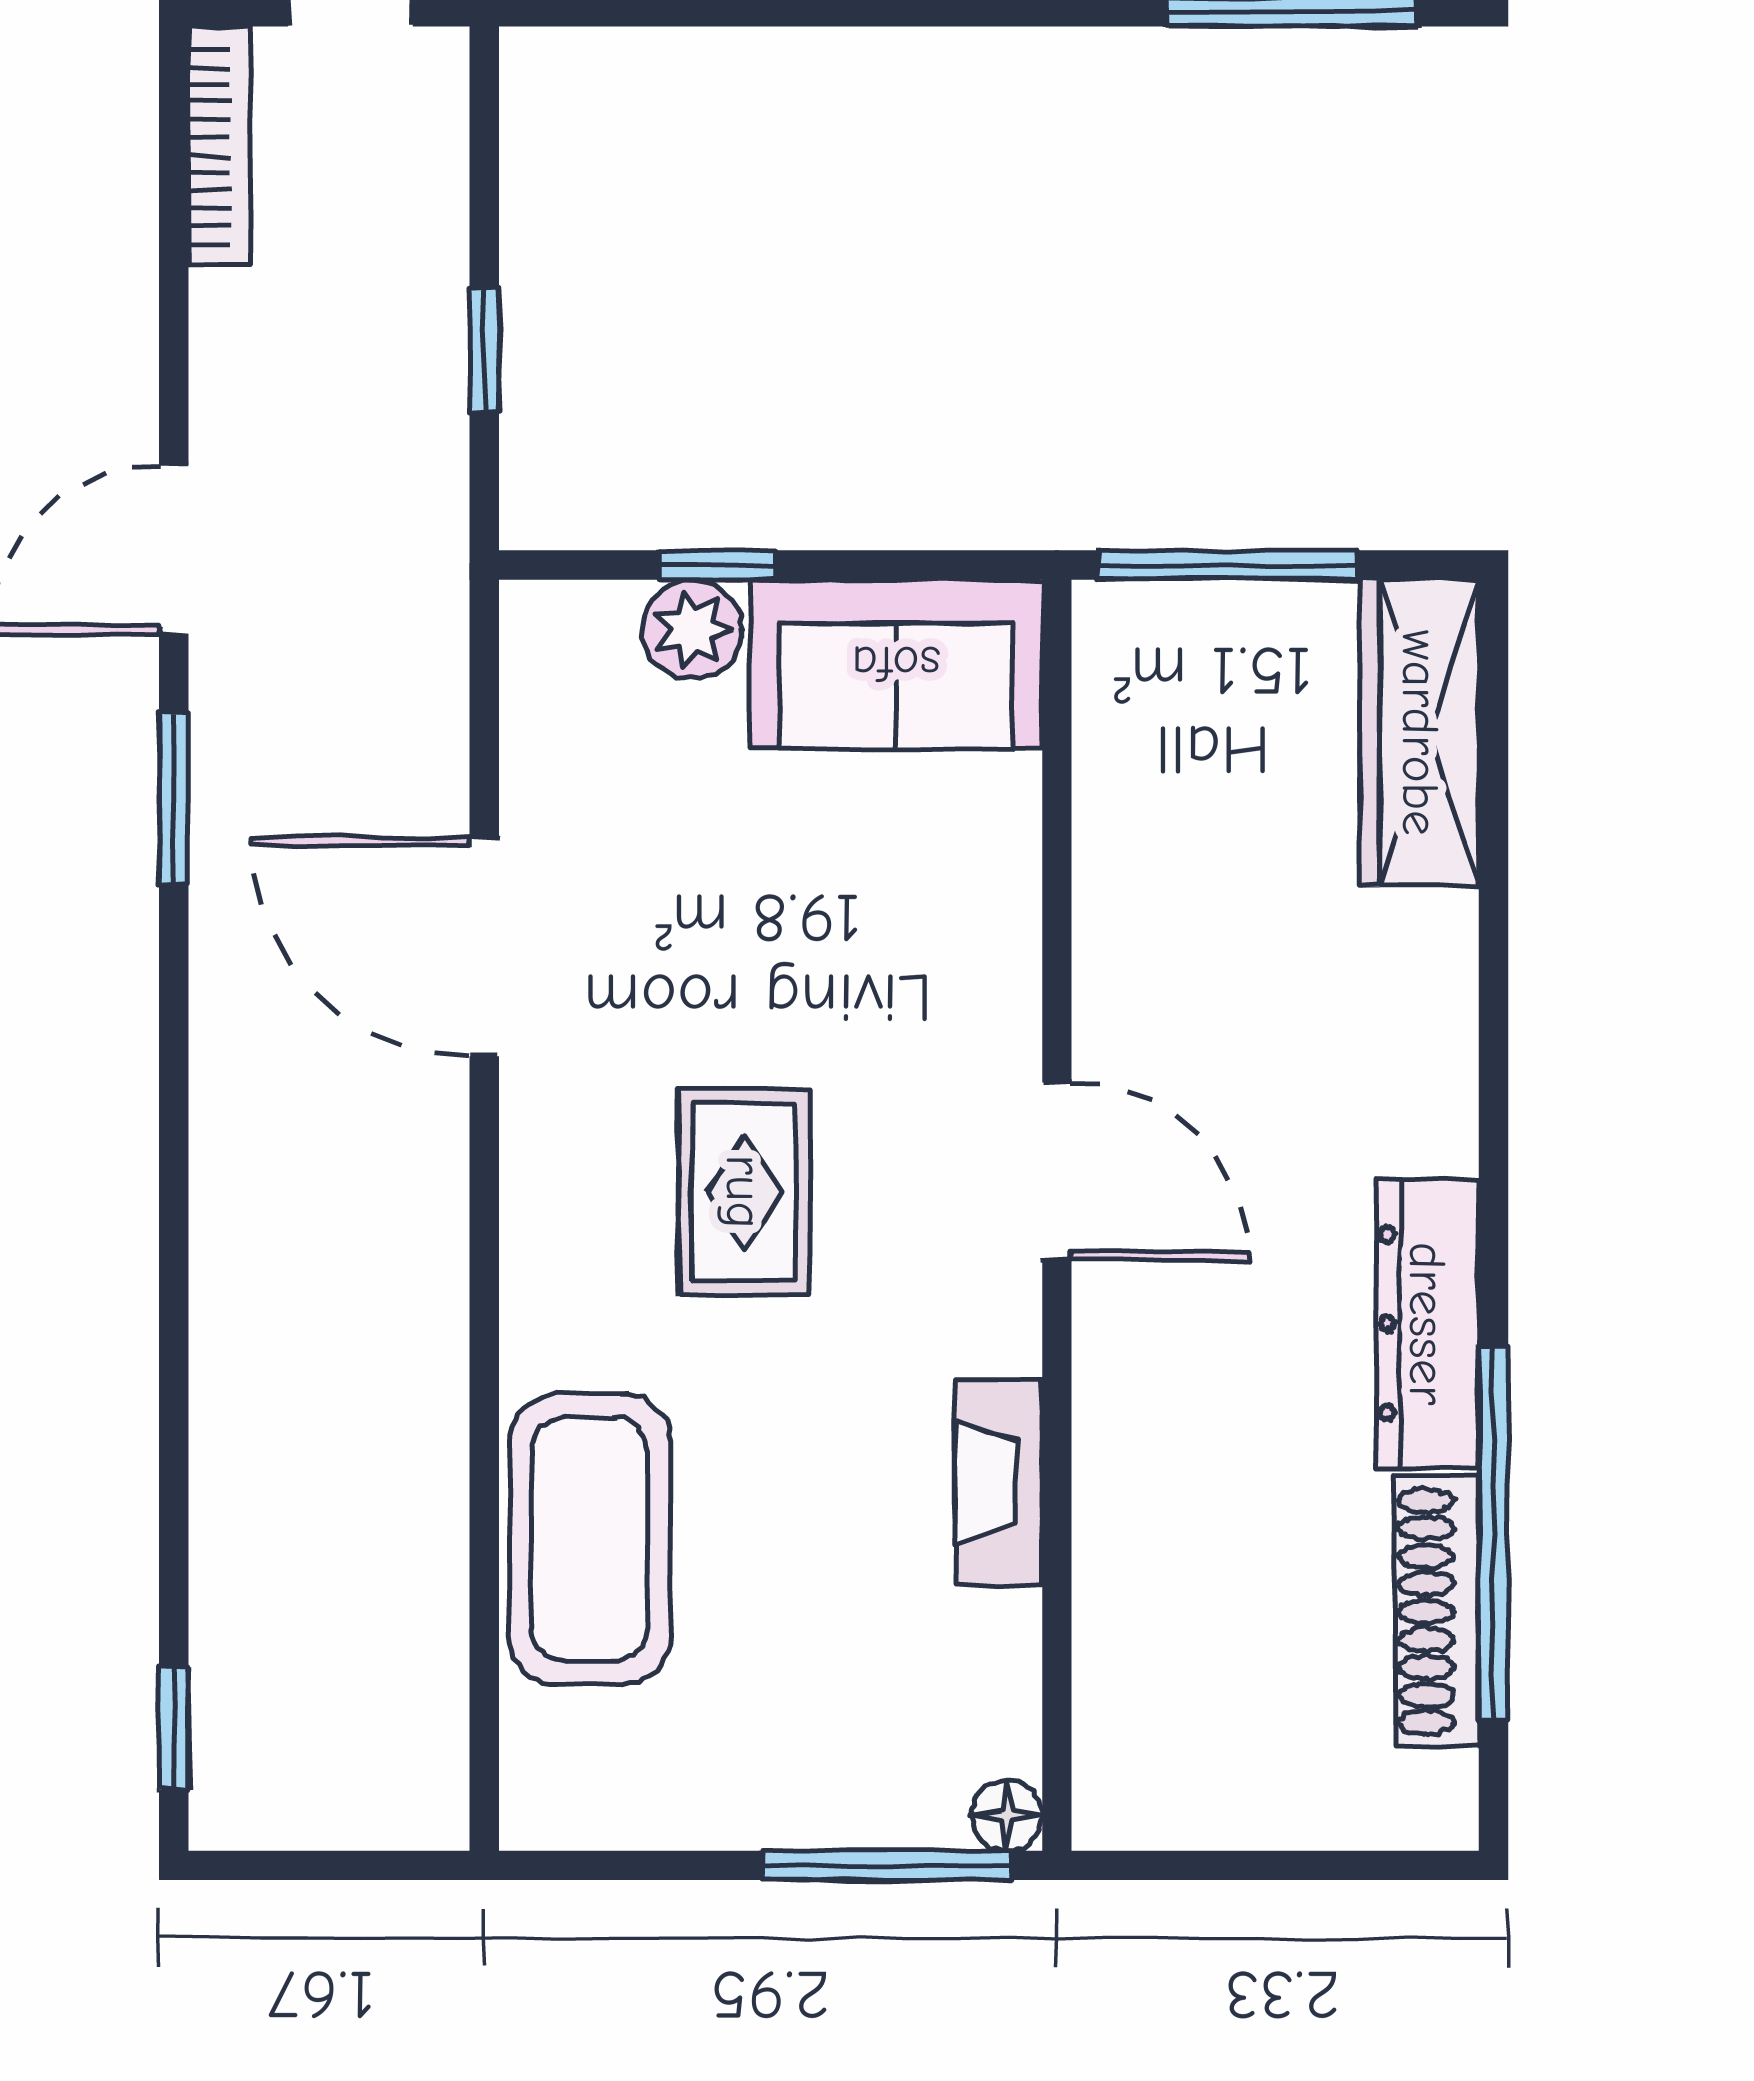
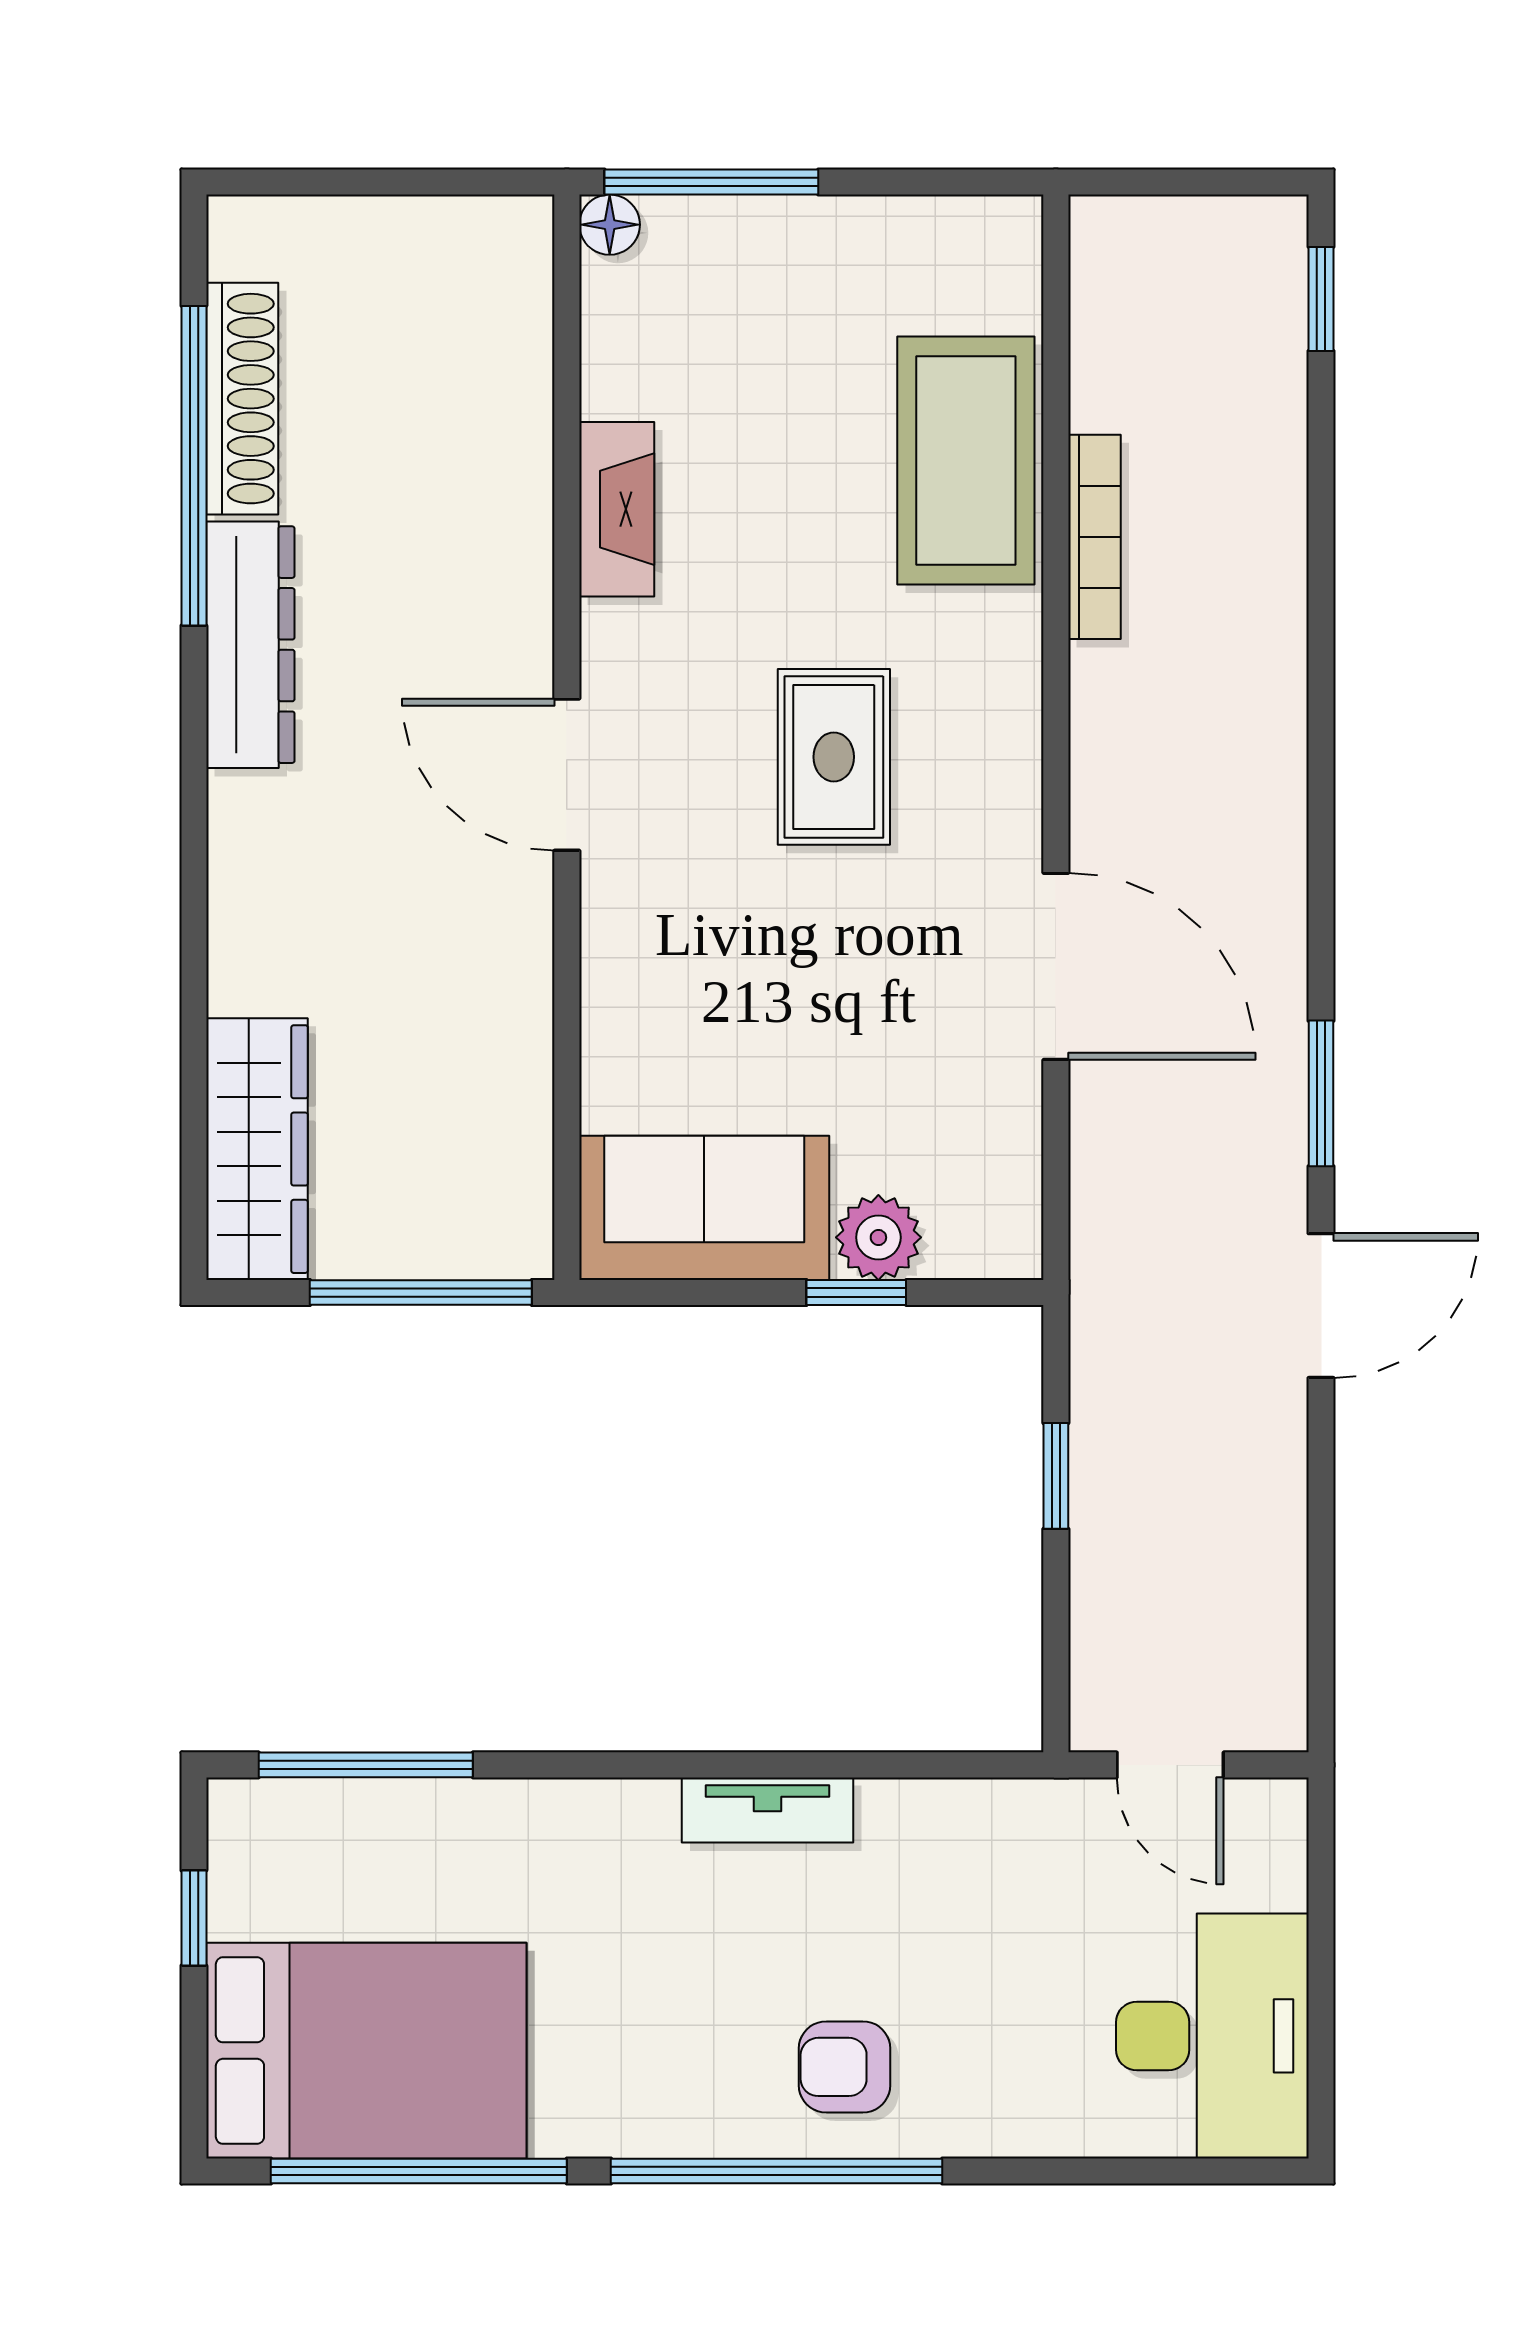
bookcase: (219, 146) -> (1094, 537), moved, turned 180

